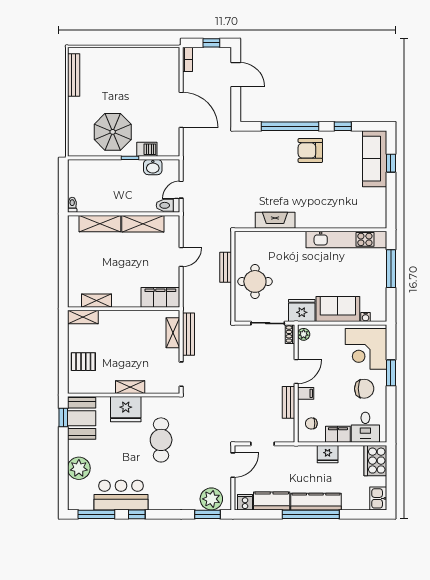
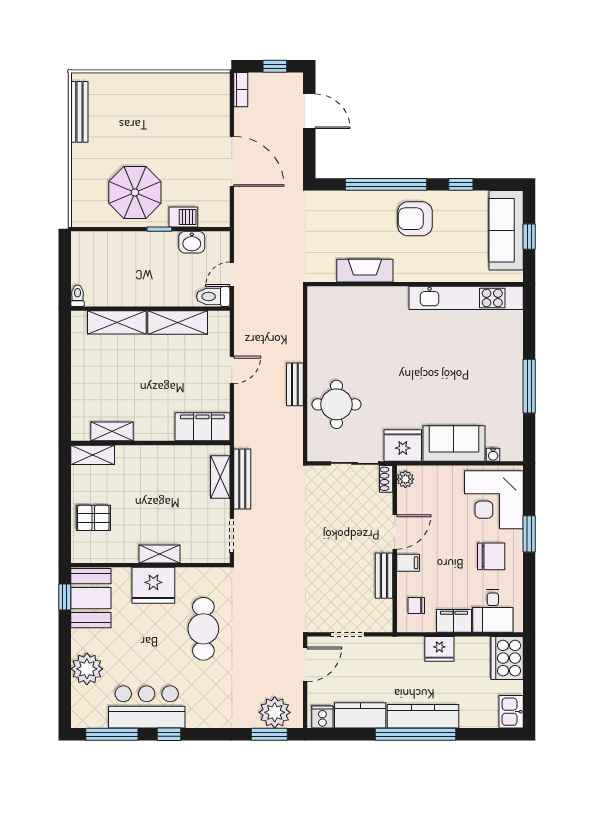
fireplace: (275, 220) -> (365, 271), moved
wall: (310, 230) -> (415, 284), moved
kitchen unit: (346, 239) -> (466, 298), moved

